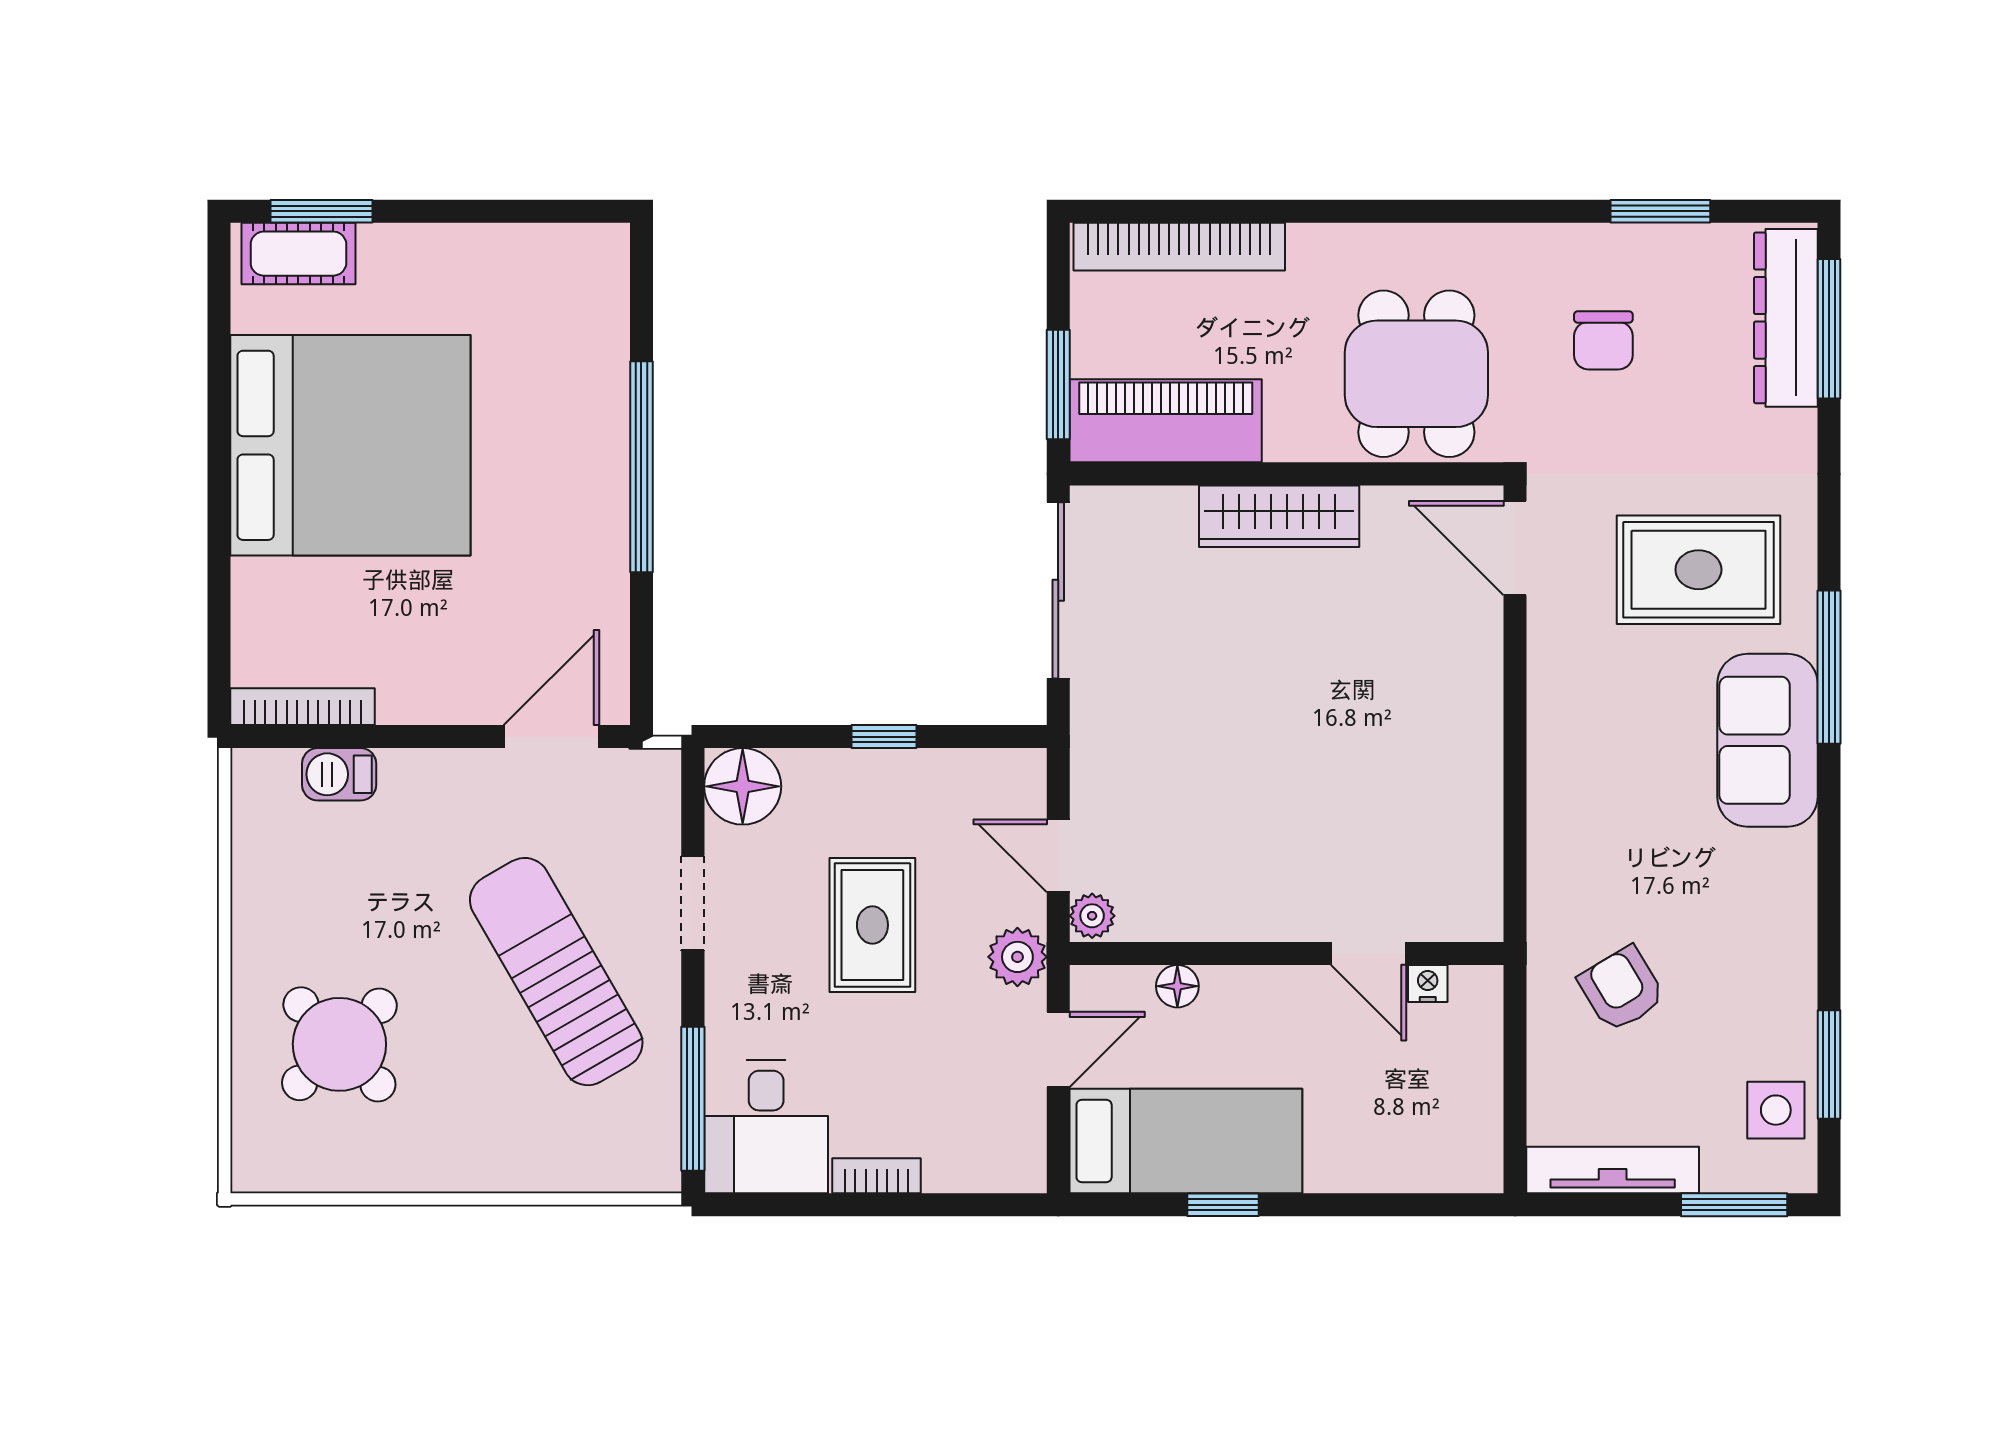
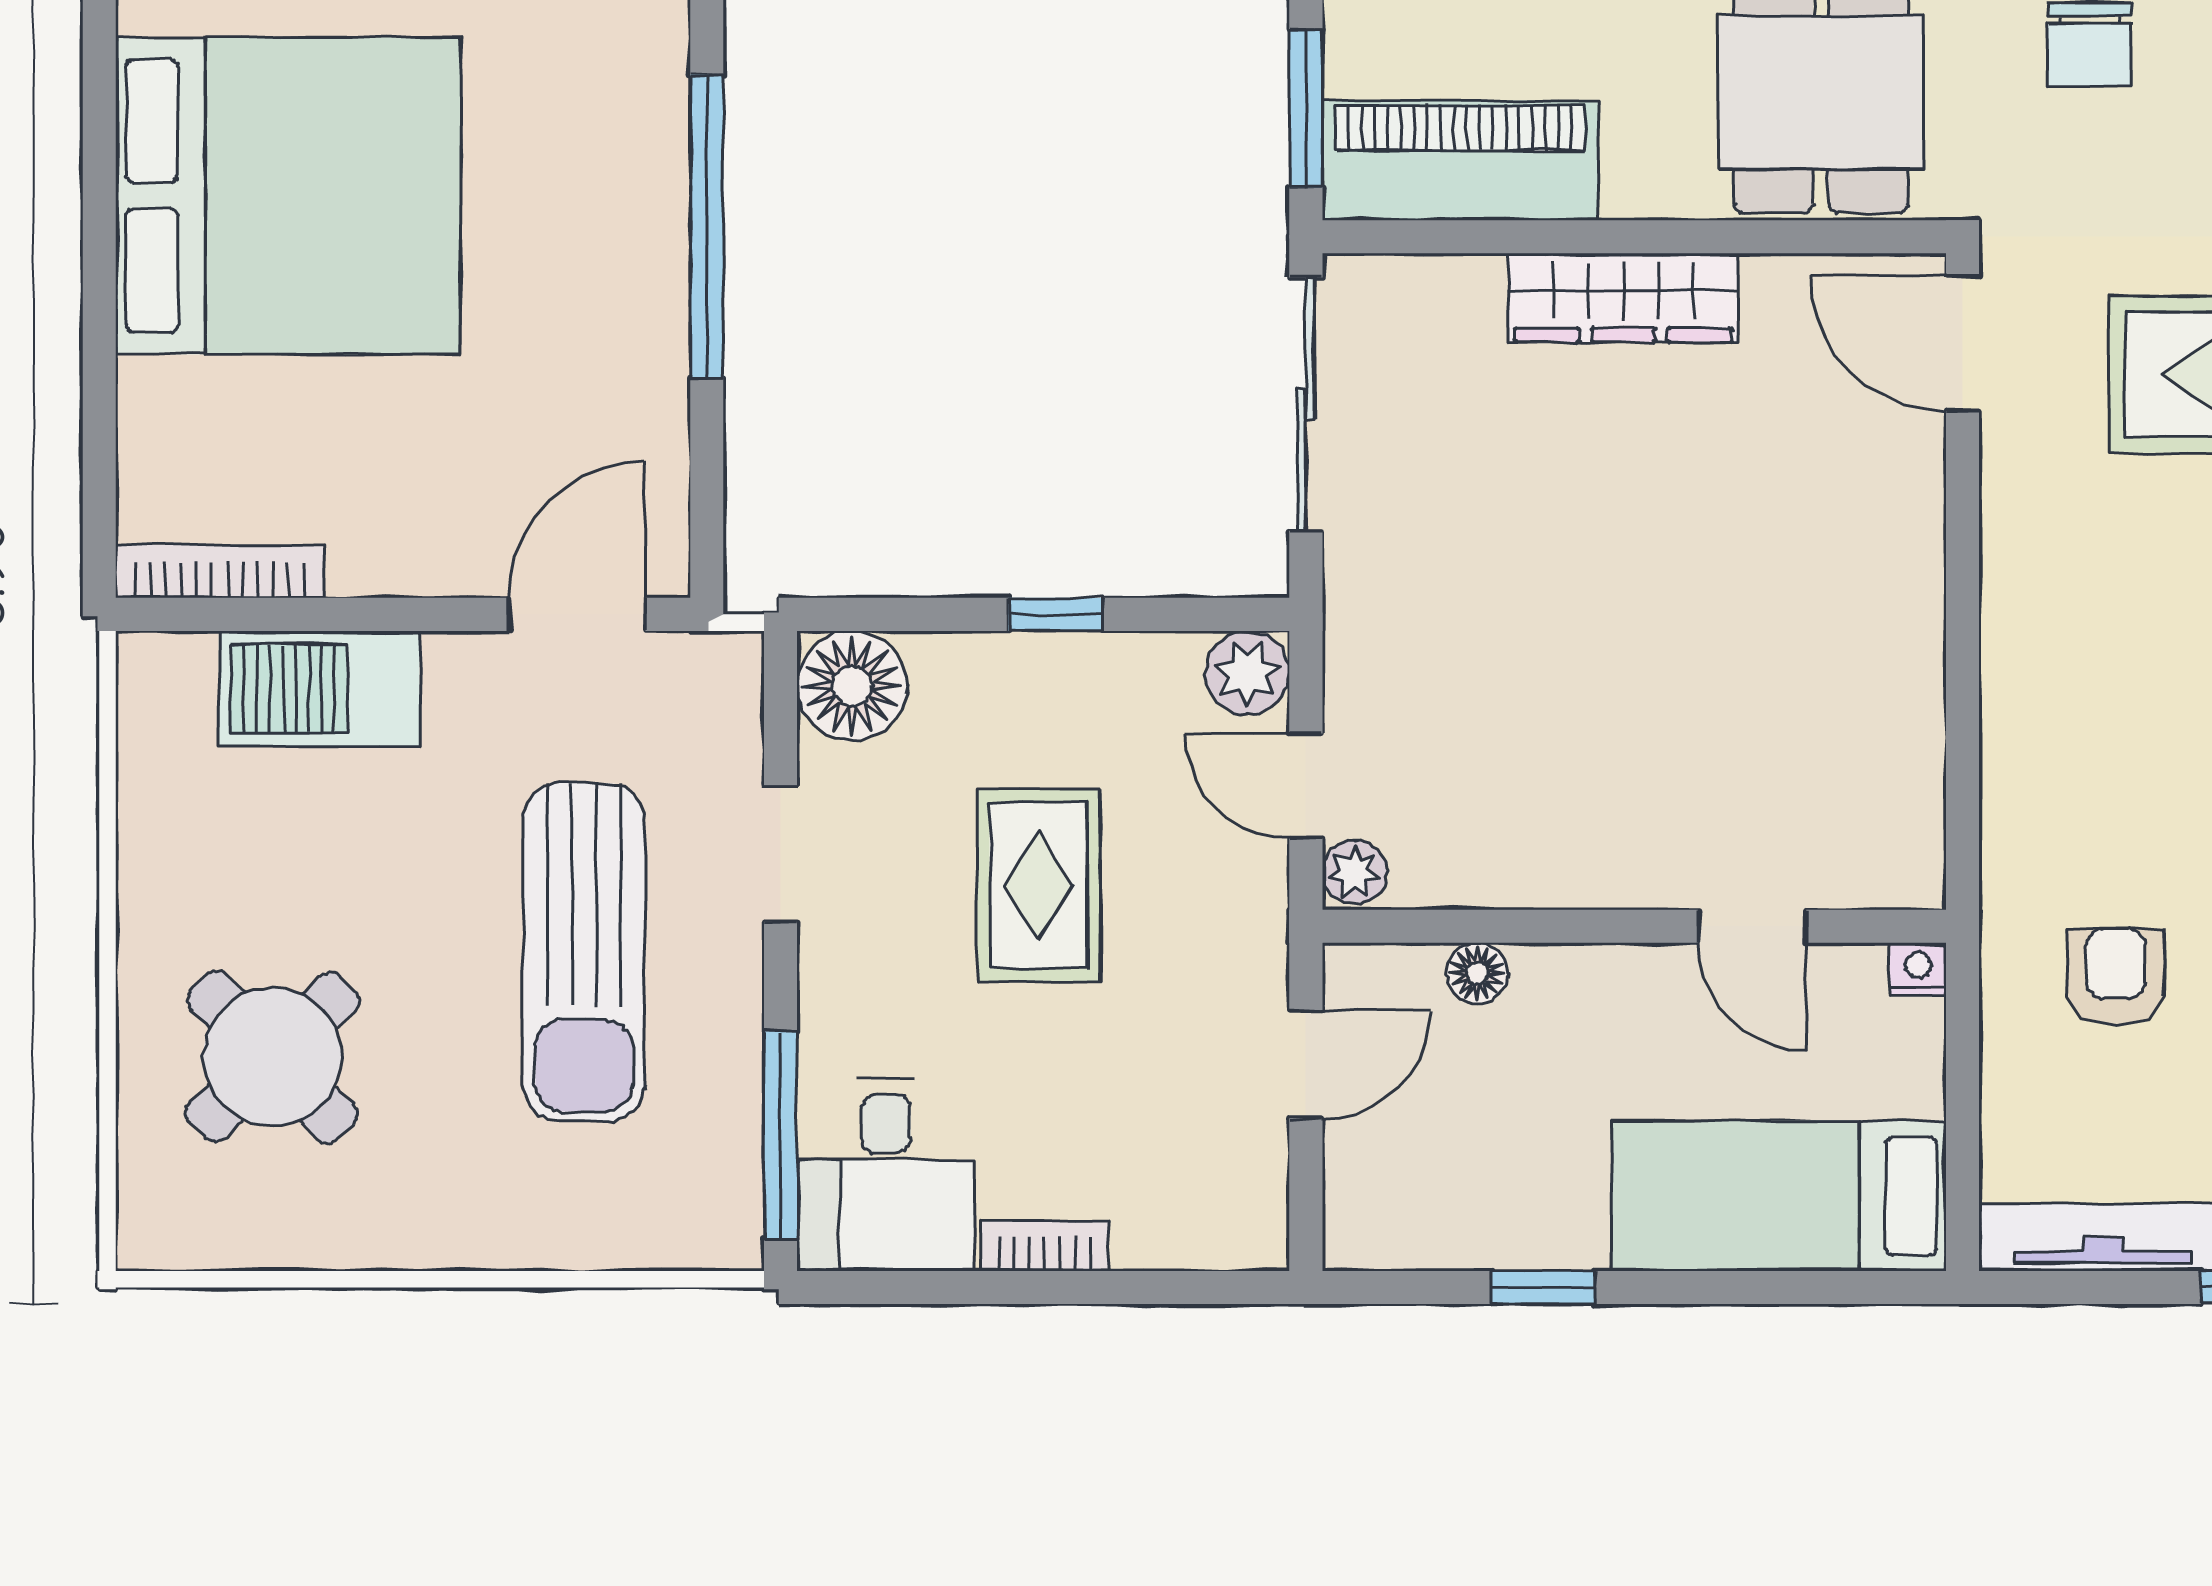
barbecue: (339, 774) -> (319, 689), width x1.88, depth x1.53
plant: (1017, 957) -> (1247, 673), moved
sun lounger: (556, 972) -> (584, 952), turned -150
nightstand: (1428, 983) -> (1918, 969), moved
armchair: (1622, 989) -> (2116, 977), turned 31
bed: (1186, 1141) -> (1779, 1196), moved, turned 180

